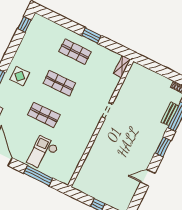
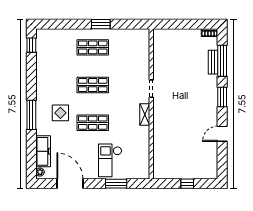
shelving: (122, 67) -> (145, 115), moved
display table: (20, 76) -> (60, 113), moved
window: (38, 176) -> (116, 184), width x0.69

